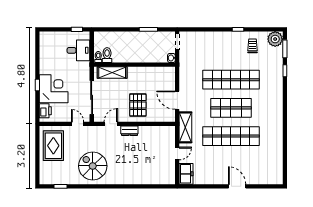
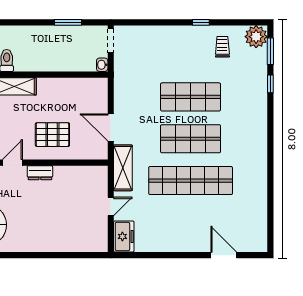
shop shelf: (231, 80) -> (191, 97), width x0.71
pallet: (138, 105) -> (52, 135), turned 90
door: (237, 186) -> (224, 255), moved

